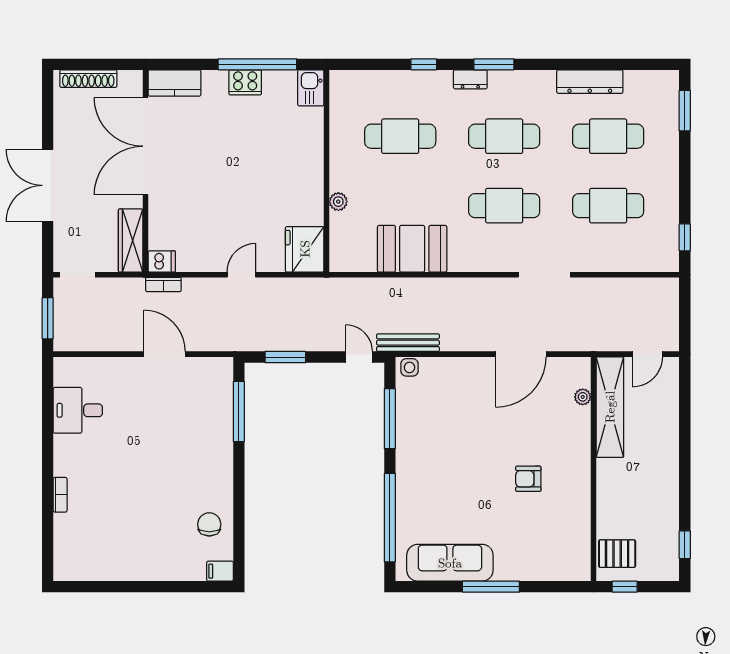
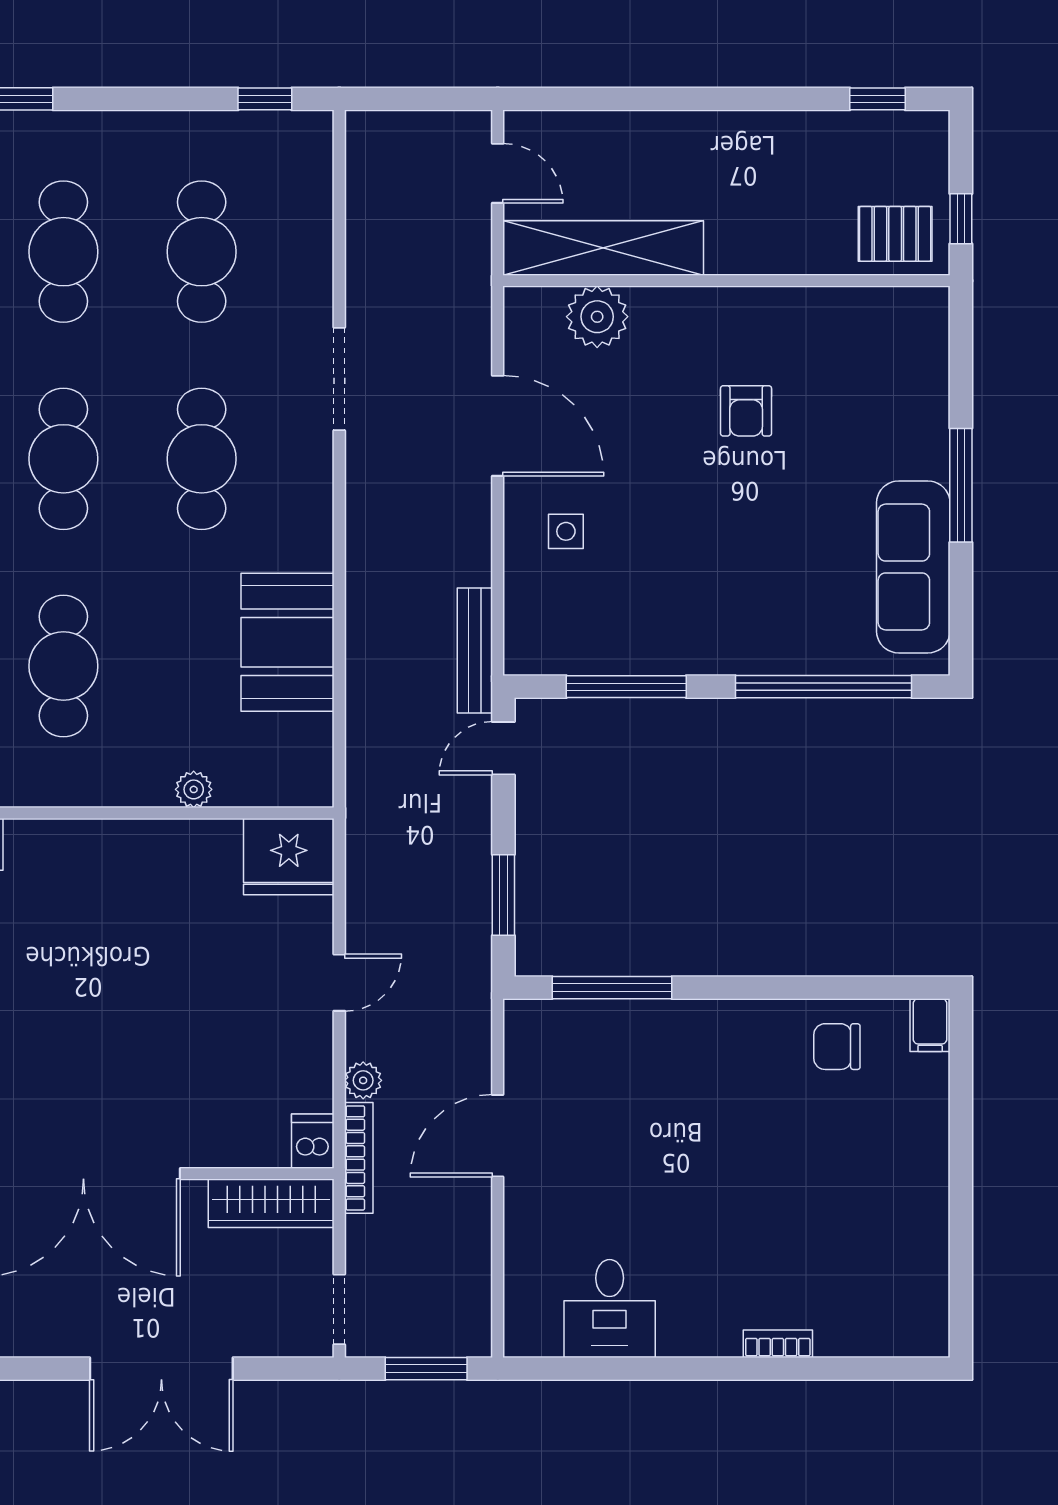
door: (241, 275) -> (339, 983), swing flipped
bookcase: (163, 284) -> (359, 1158), width x1.56
plant: (192, 287) -> (363, 1080), added
side table: (409, 367) -> (566, 531), moved
plant: (583, 397) -> (597, 317), width x1.87, depth x1.87
pallet: (617, 554) -> (895, 234), turned 90

